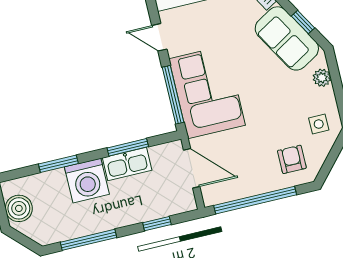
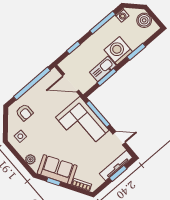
washing machine: (51, 235) -> (122, 15), added

